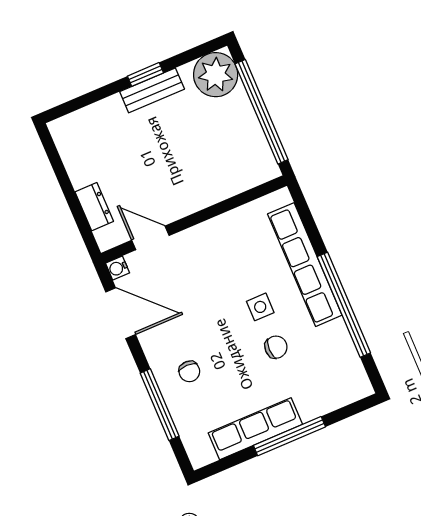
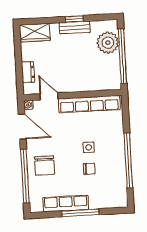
plant: (216, 75) -> (108, 43), moved
wardrobe: (80, 127) -> (35, 33), added
row of seats: (305, 265) -> (89, 104), moved, turned -90
chair: (189, 371) -> (45, 166), width x1.87, depth x1.87
window: (160, 405) -> (25, 176), width x1.46

